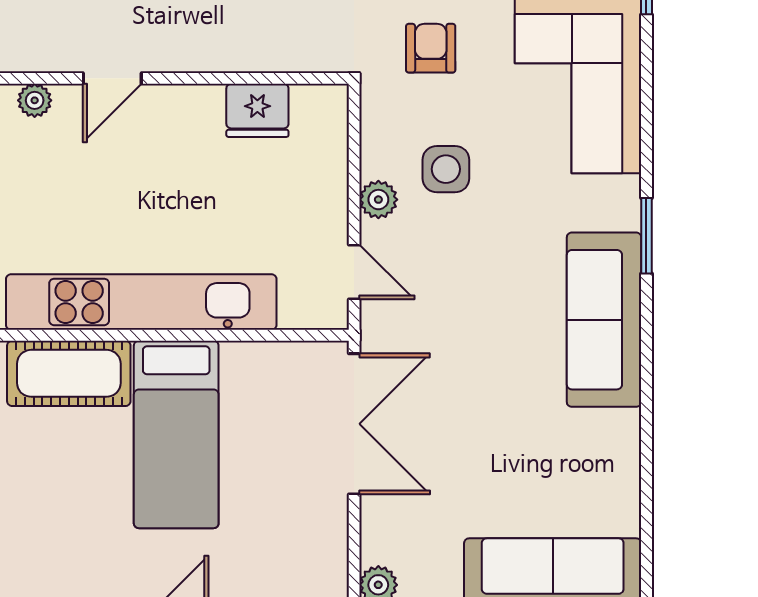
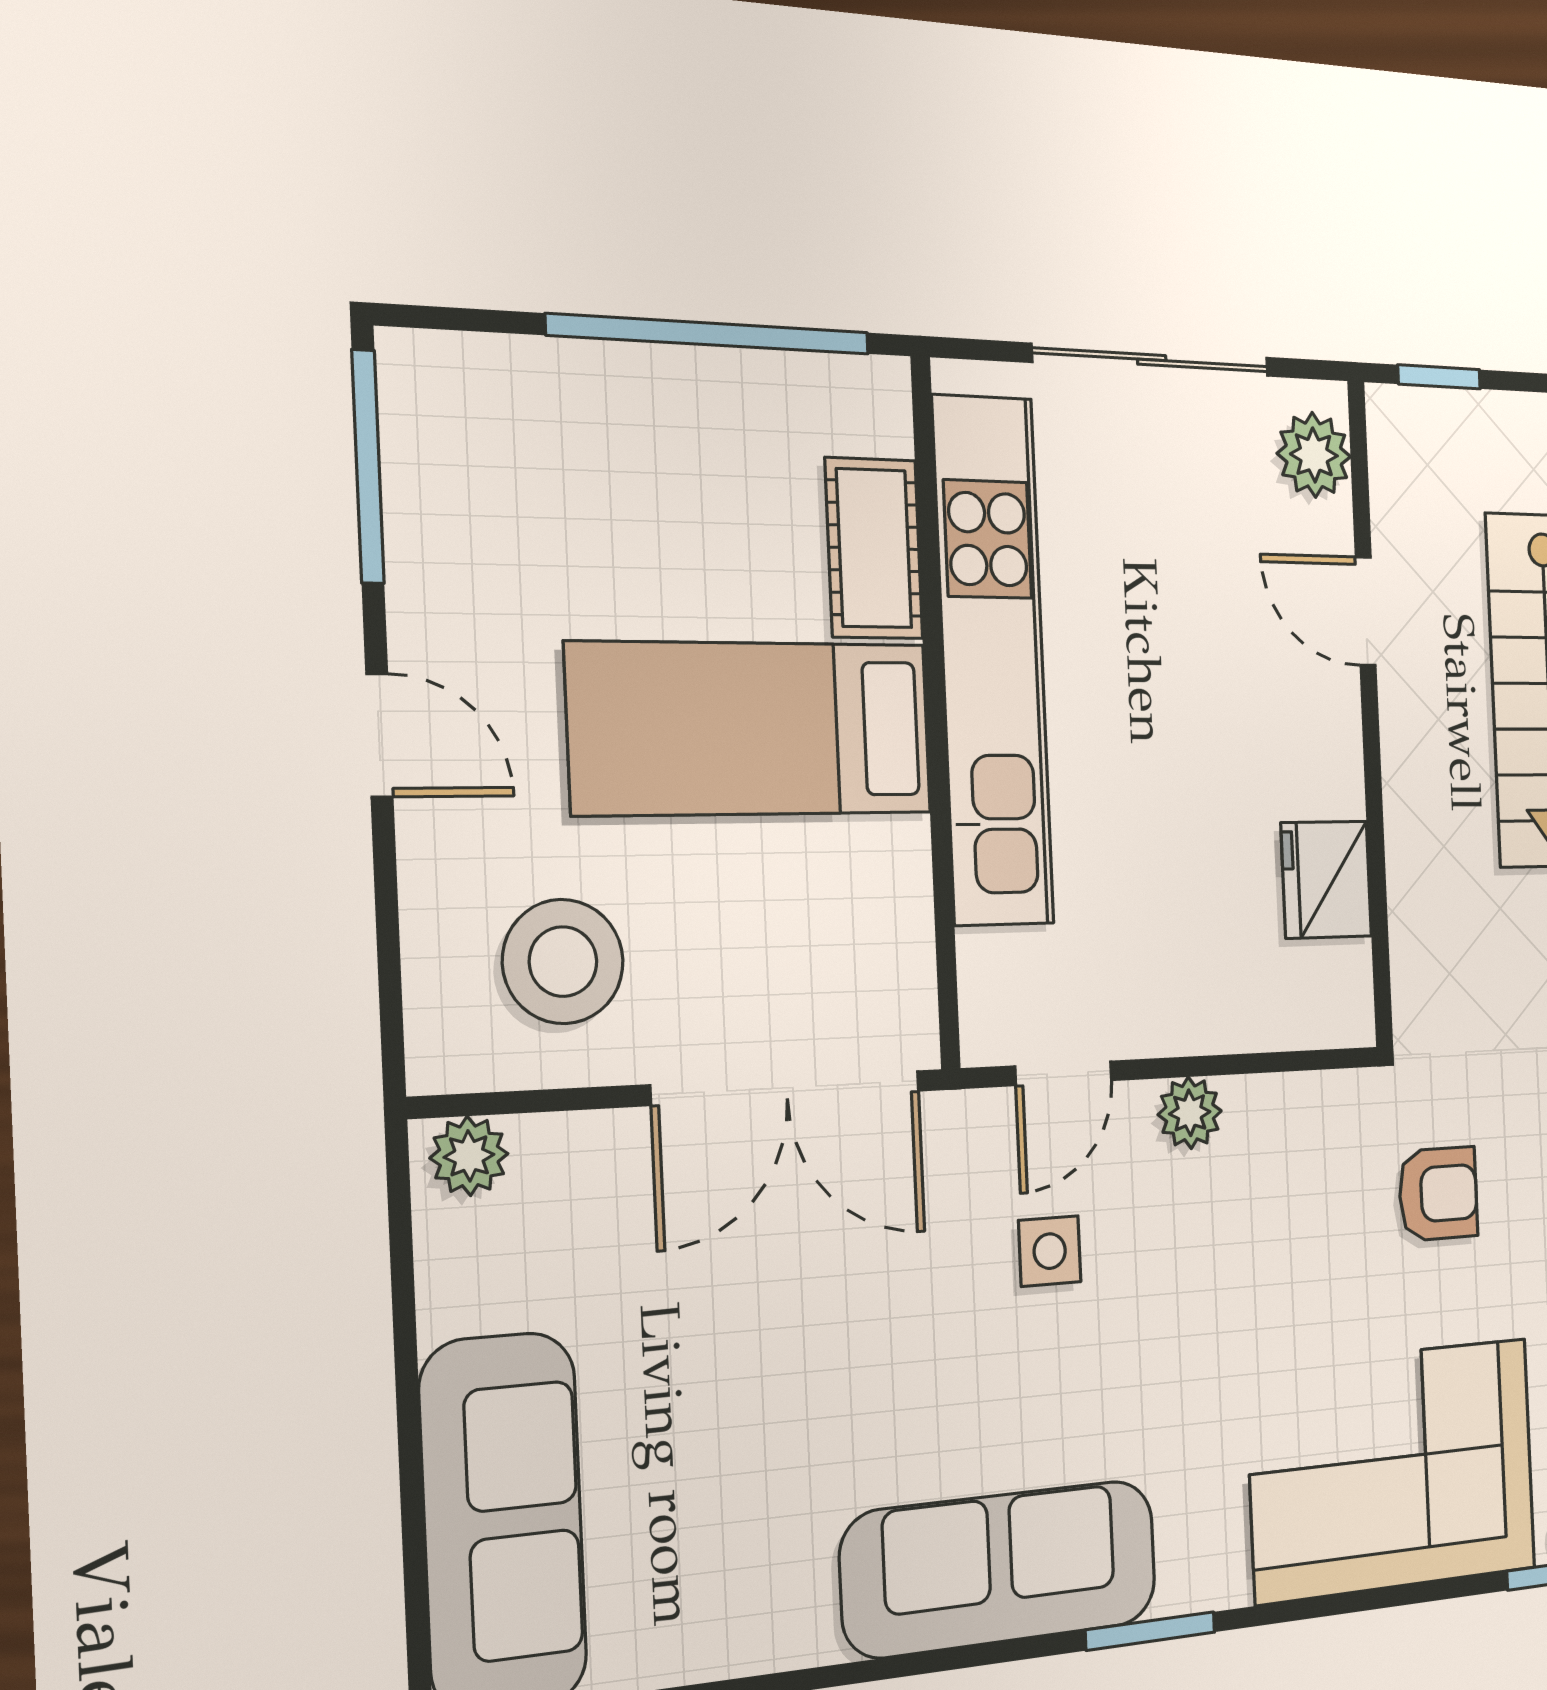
plant: (35, 100) -> (1314, 455), width x1.38, depth x1.38
side table: (446, 169) -> (1050, 1251), moved, width x0.73, depth x0.73
cot: (69, 373) -> (874, 548), width x0.73, depth x0.75
stool: (288, 535) -> (563, 962), added

